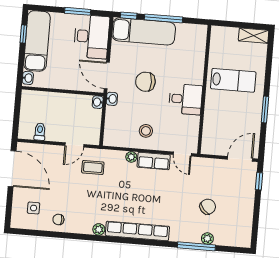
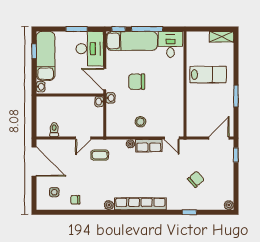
desk: (186, 99) -> (170, 44), moved, turned -90
plant: (207, 239) -> (229, 205), moved
window: (196, 246) -> (189, 212), width x0.46

